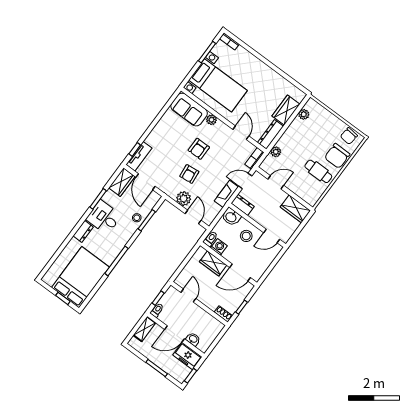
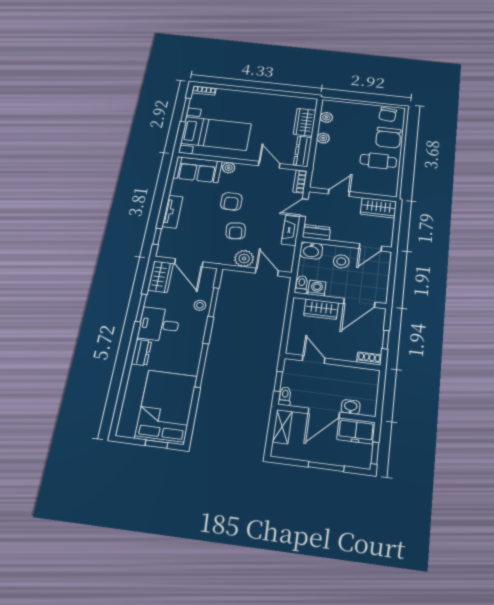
plant: (276, 152) -> (323, 138), moved
tv unit: (139, 156) -> (172, 212), moved

